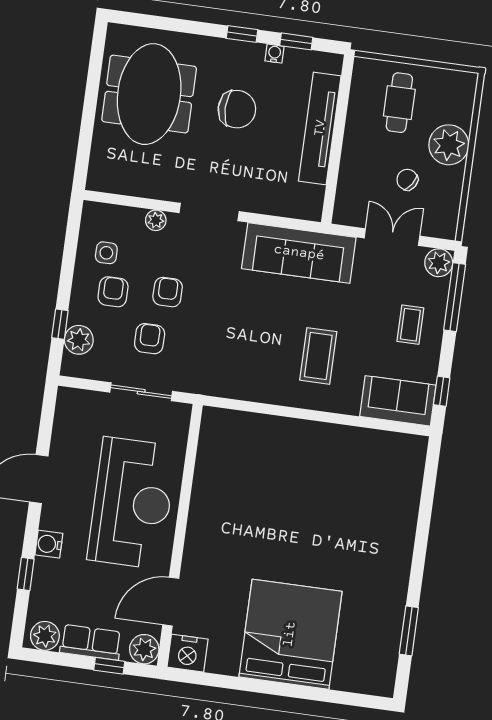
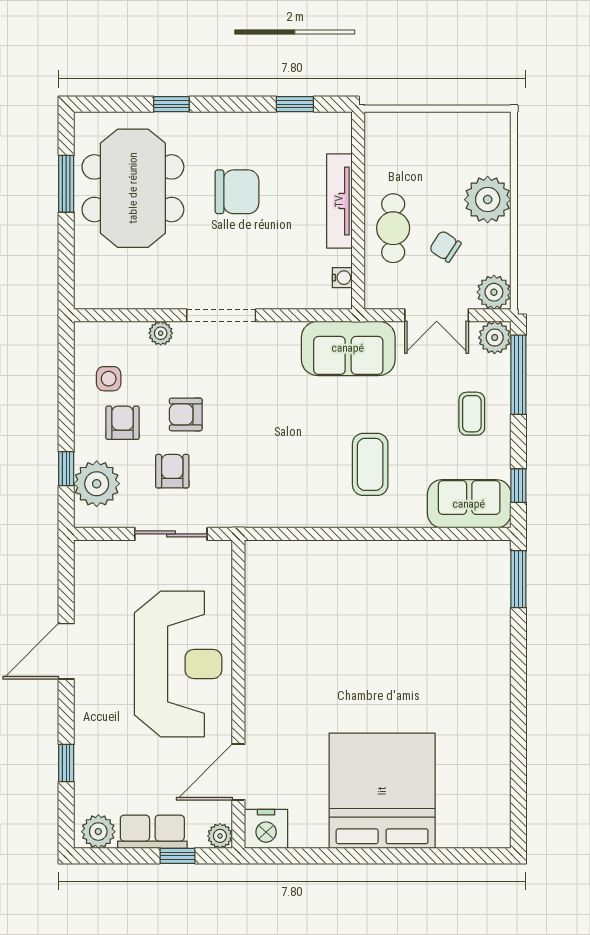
window: (242, 34) -> (171, 104), moved
water cooler: (274, 54) -> (342, 278), moved, turned 90
window: (93, 82) -> (66, 184), added
cafe table: (399, 103) -> (393, 228), moved
tv unit: (320, 128) -> (339, 201), width x0.73, depth x0.78
plant: (443, 224) -> (494, 292), added
double door: (392, 237) -> (437, 315), swing flipped
sofa: (299, 253) -> (348, 348), width x0.73
armchair: (168, 292) -> (186, 414), turned -90
plant: (79, 340) -> (97, 484), width x1.36, depth x1.36
water cooler: (49, 544) -> (88, 725), removed
window: (409, 631) -> (518, 579), moved
plant: (144, 649) -> (220, 836), width x0.73, depth x0.73

